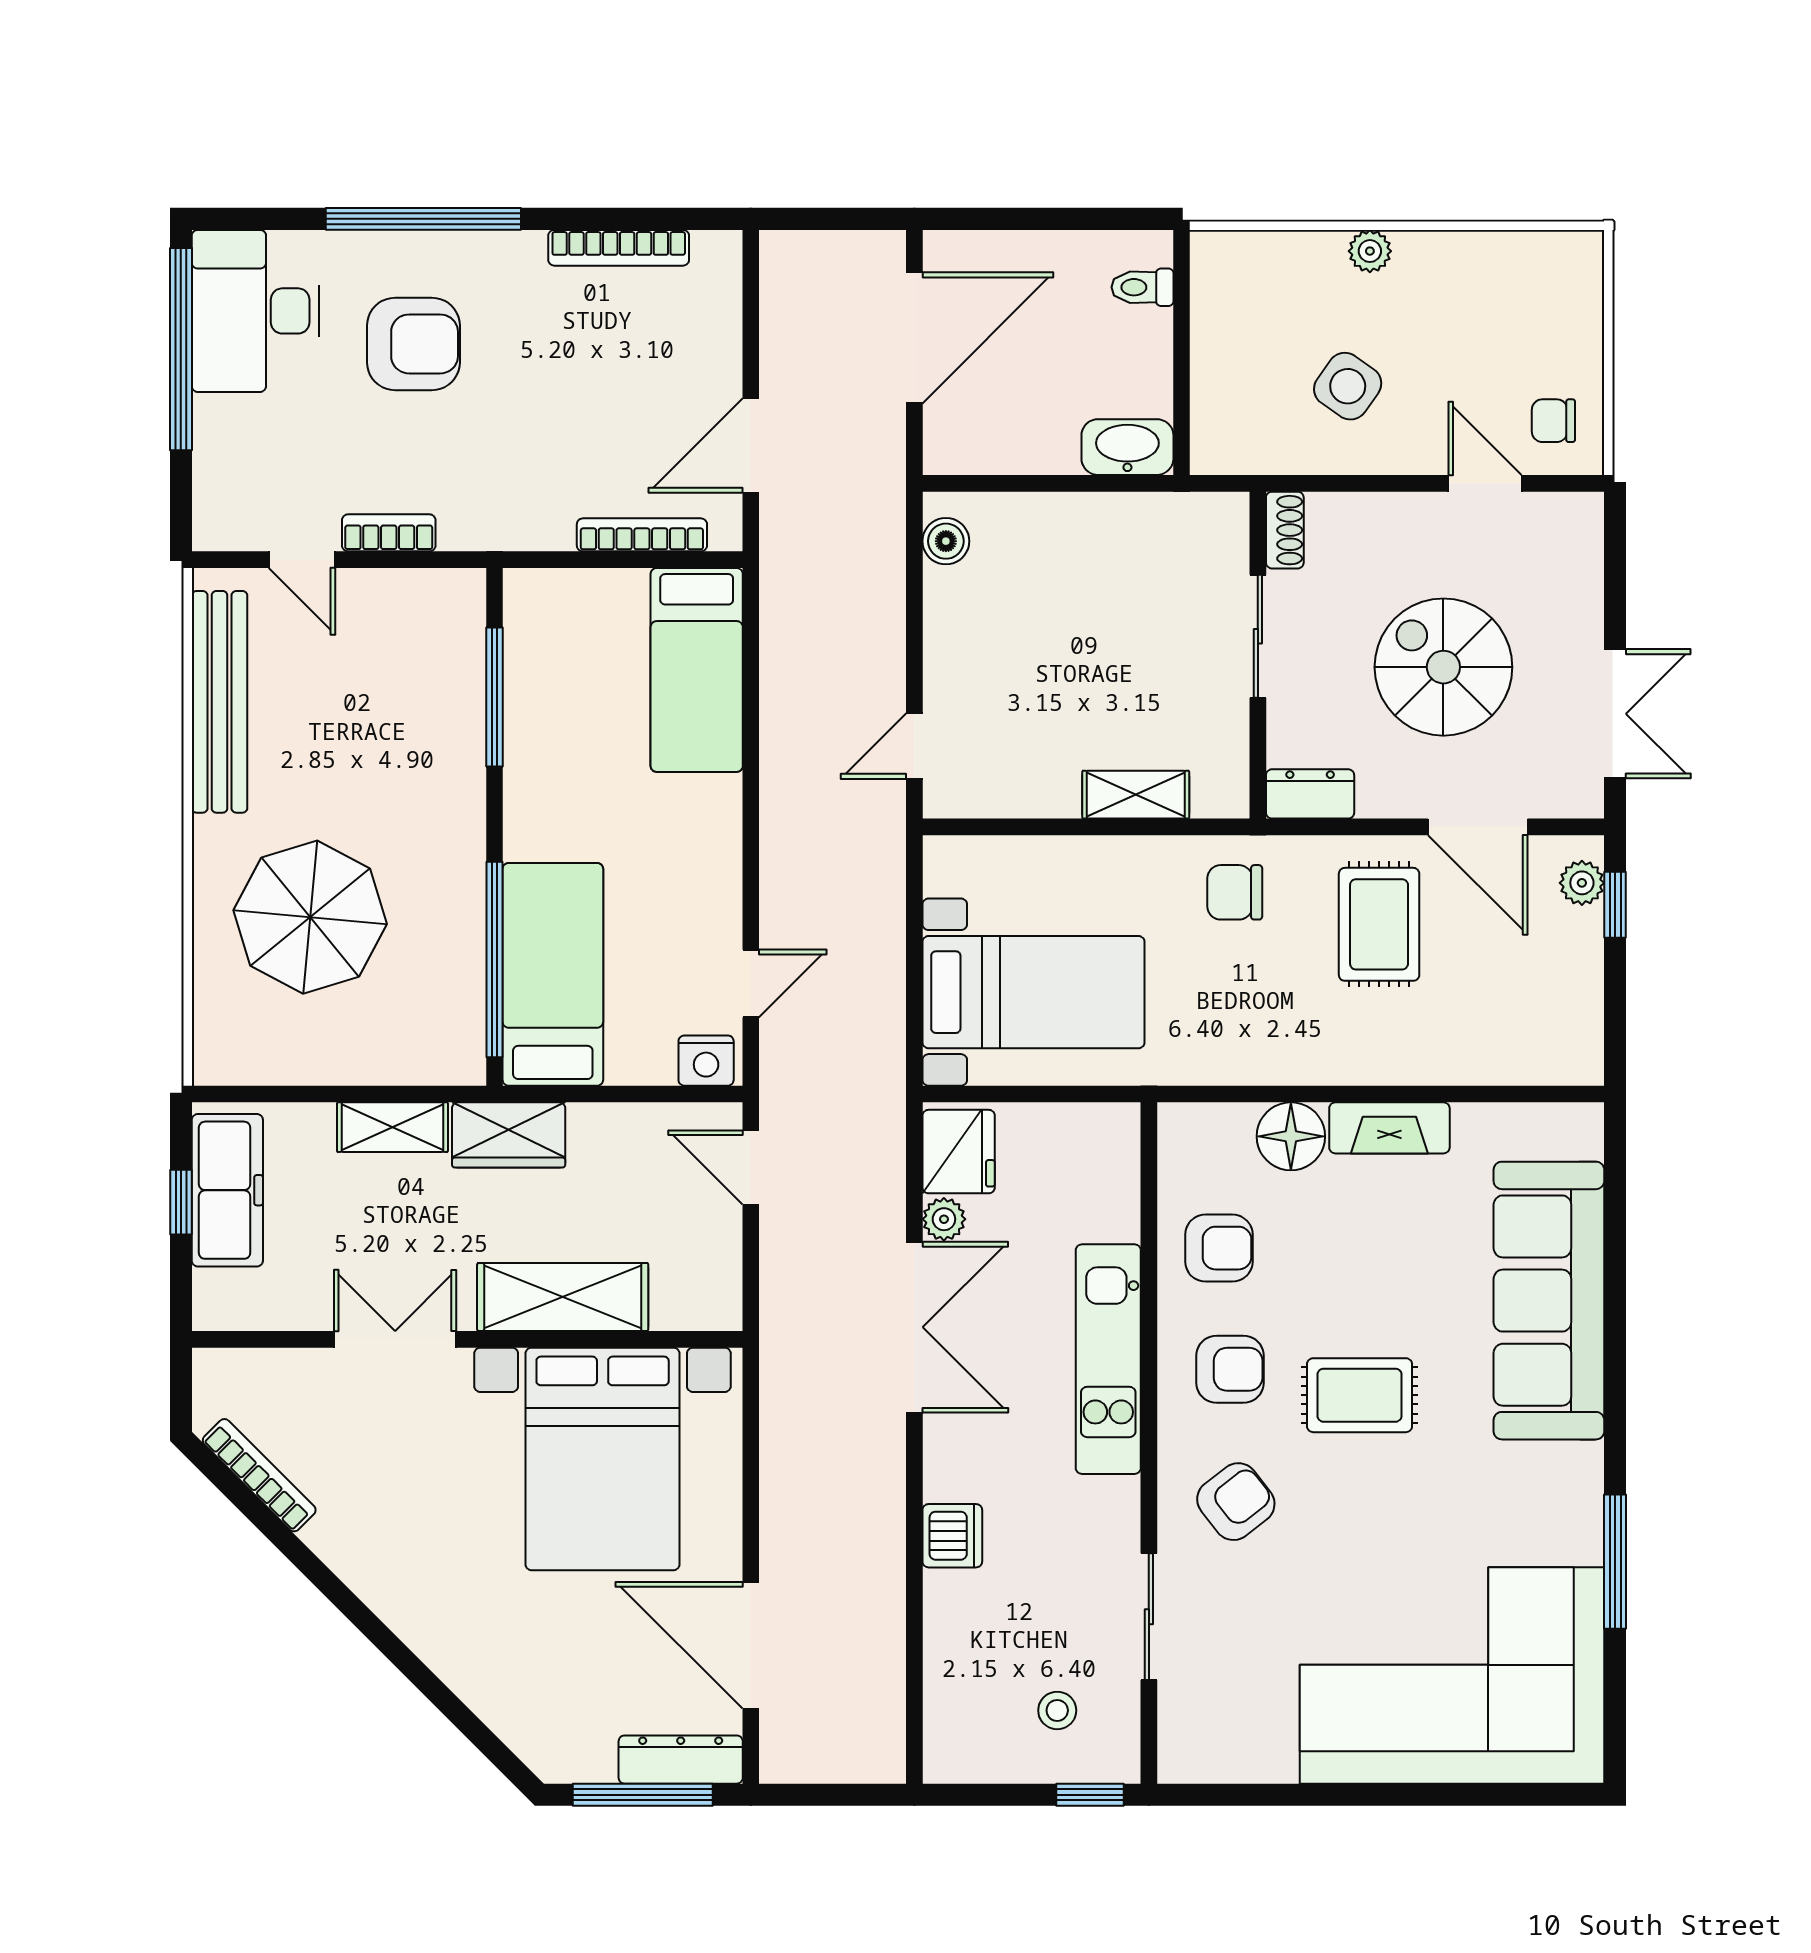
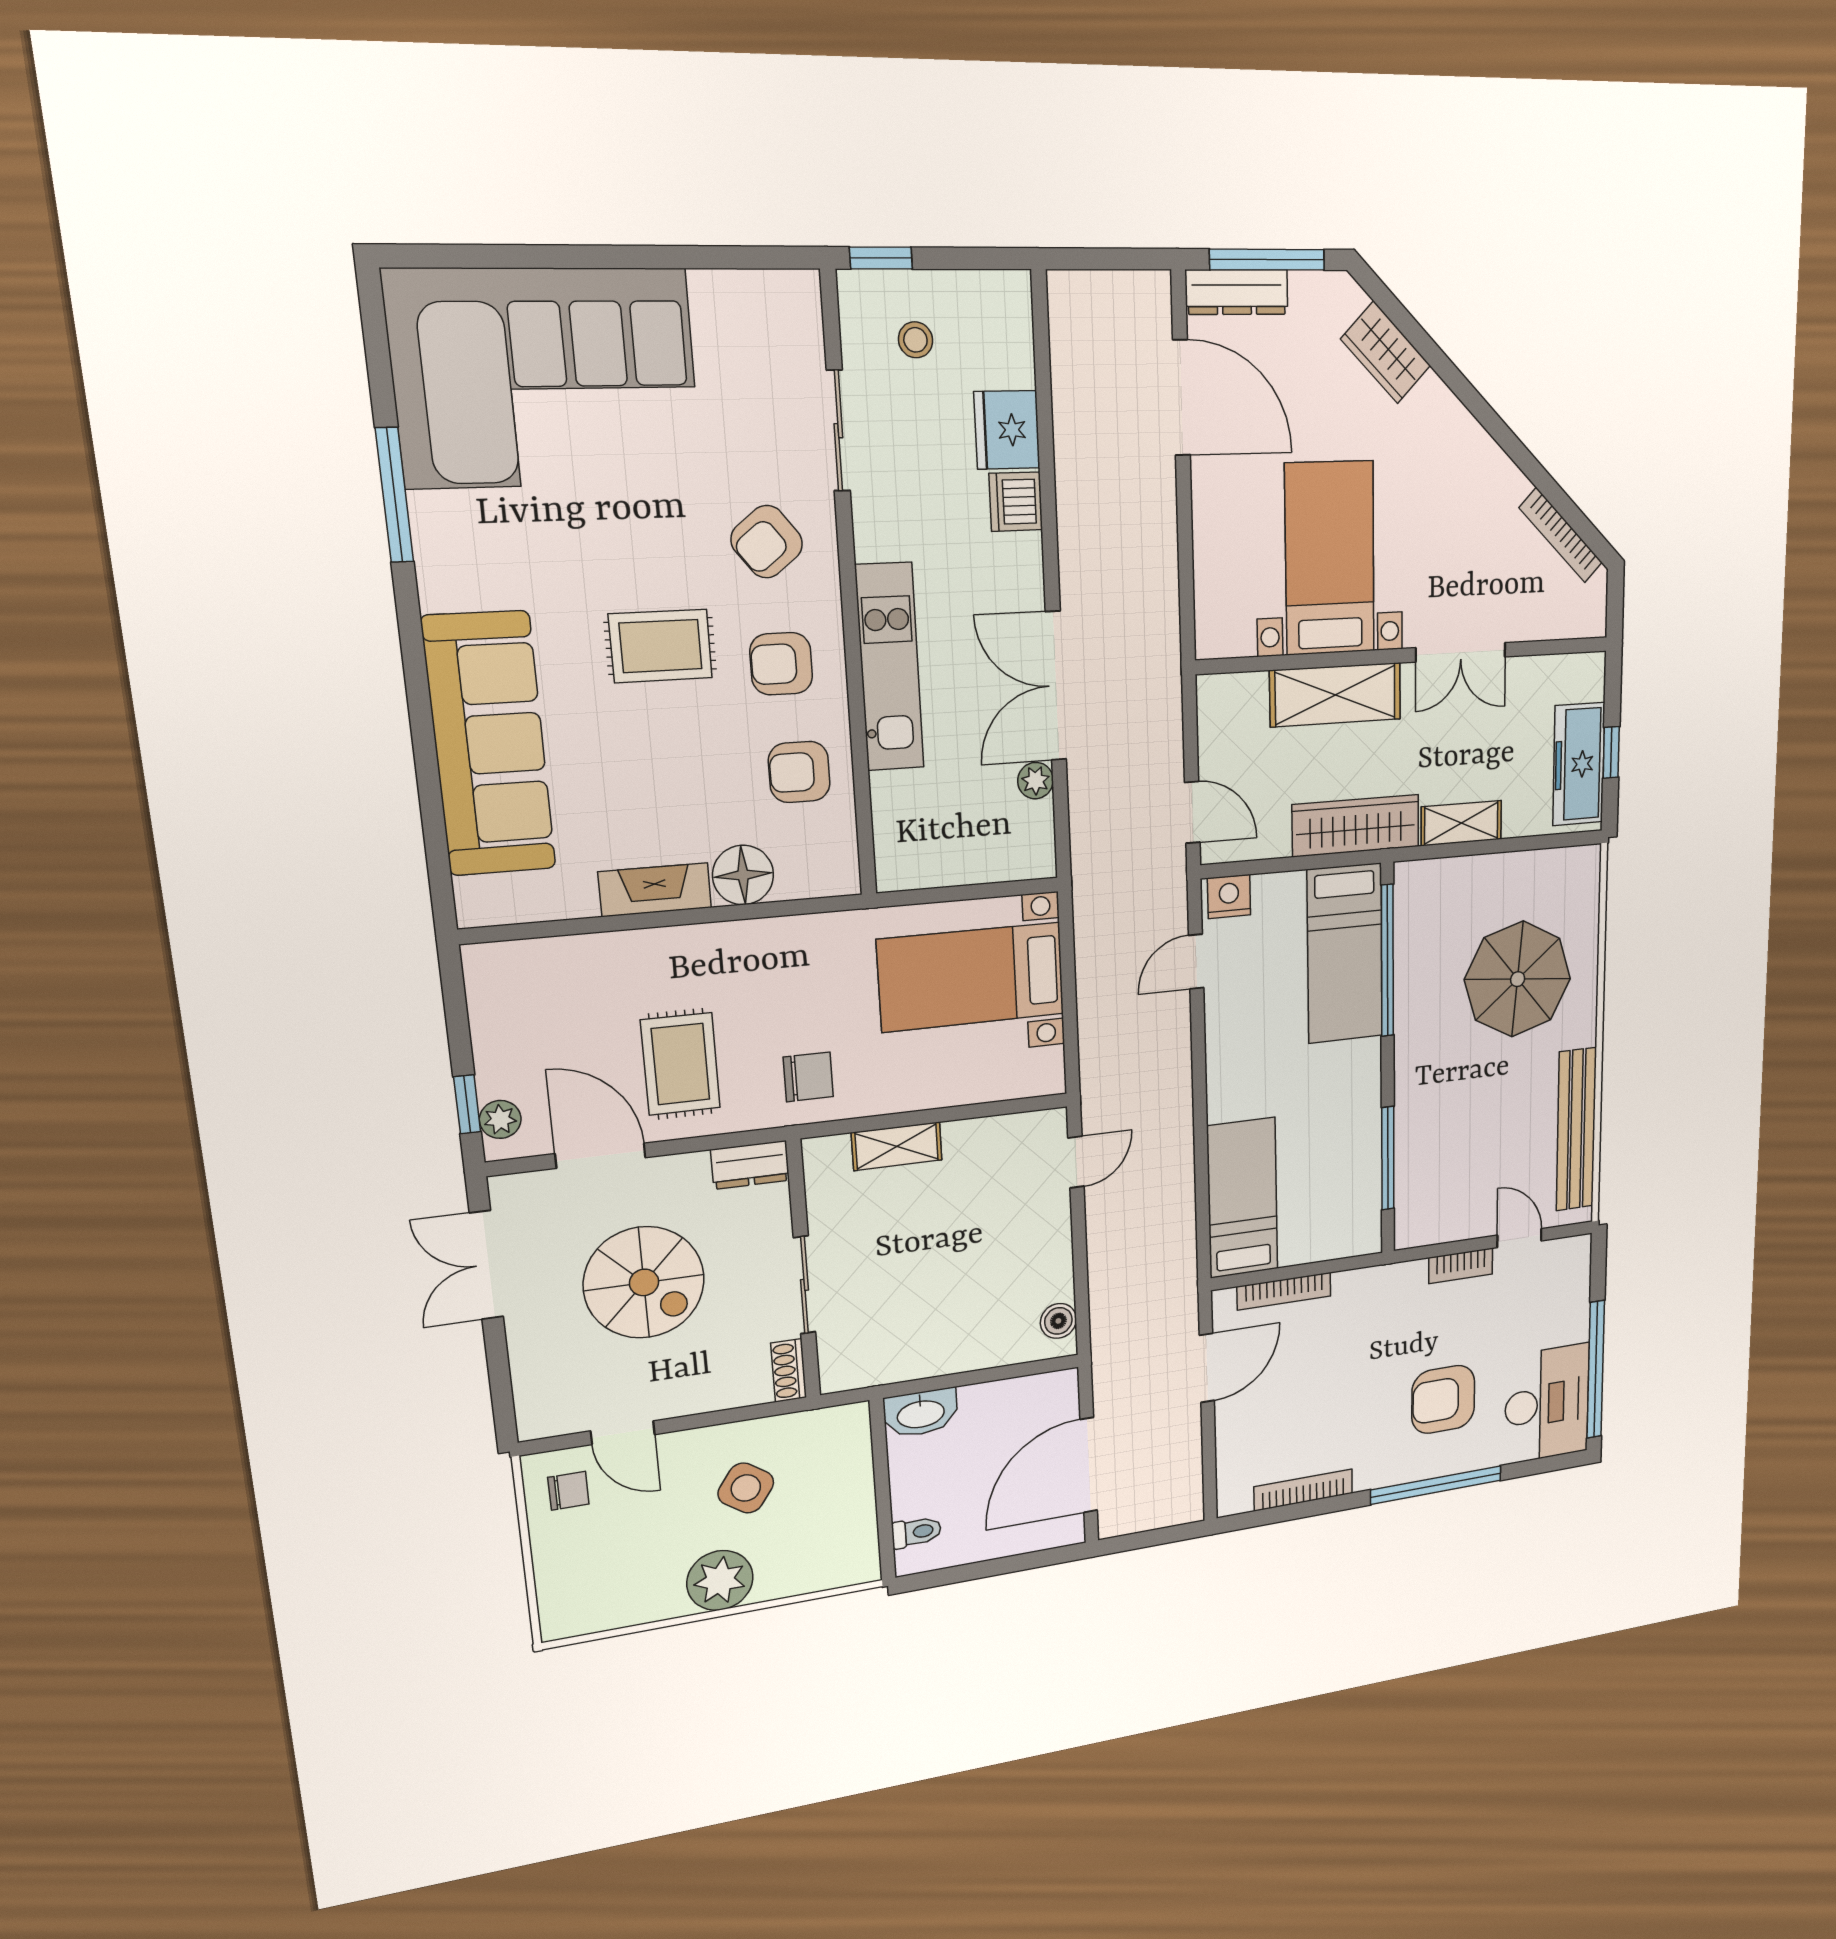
plant: (1370, 251) -> (720, 1580), width x1.88, depth x1.88
wardrobe: (509, 1135) -> (1356, 826), width x1.50
fridge: (959, 1152) -> (1007, 430), moved
bed with nightstands: (603, 1459) -> (1330, 558), width x0.73
wardrobe: (495, 1692) -> (1386, 352), added

